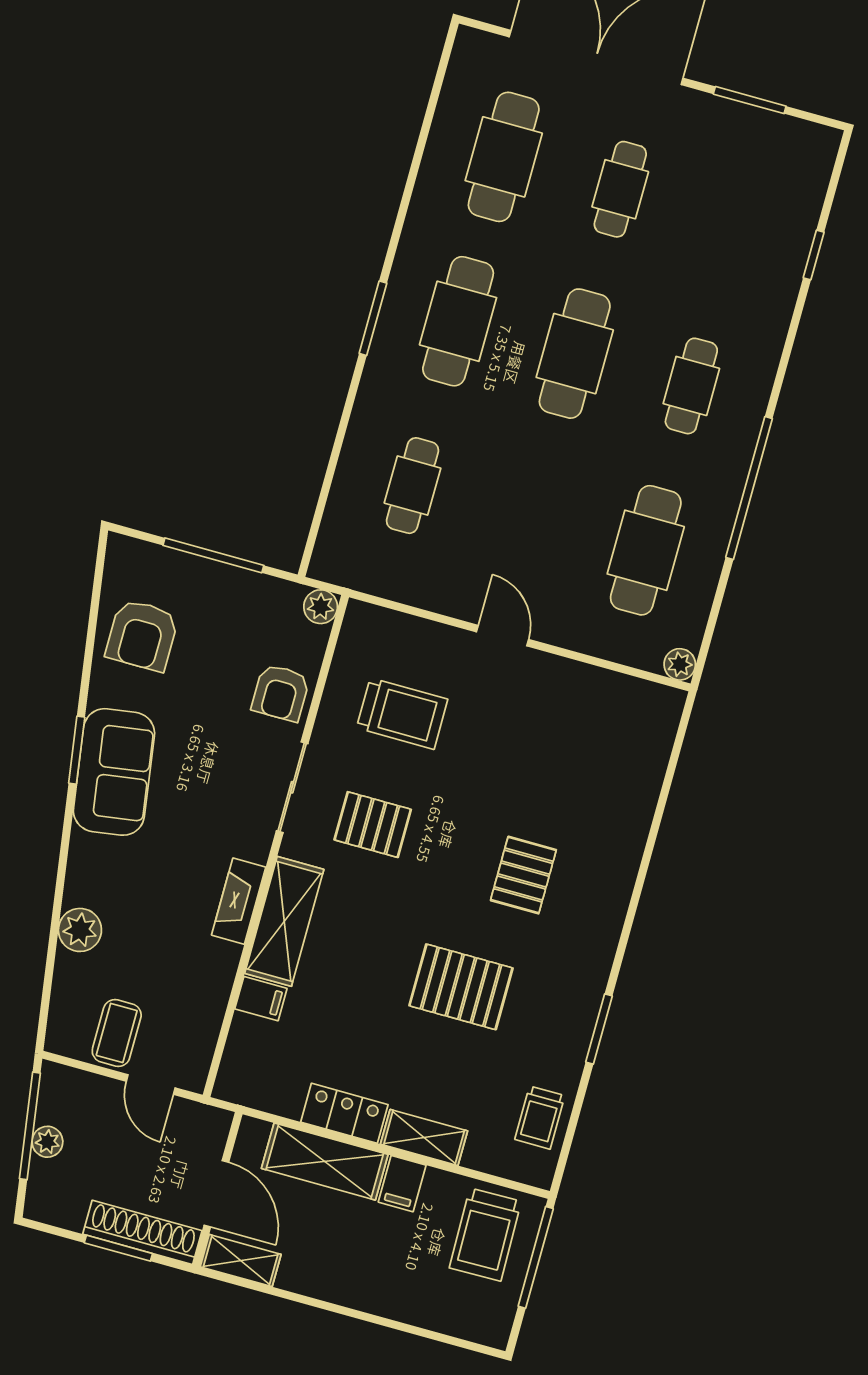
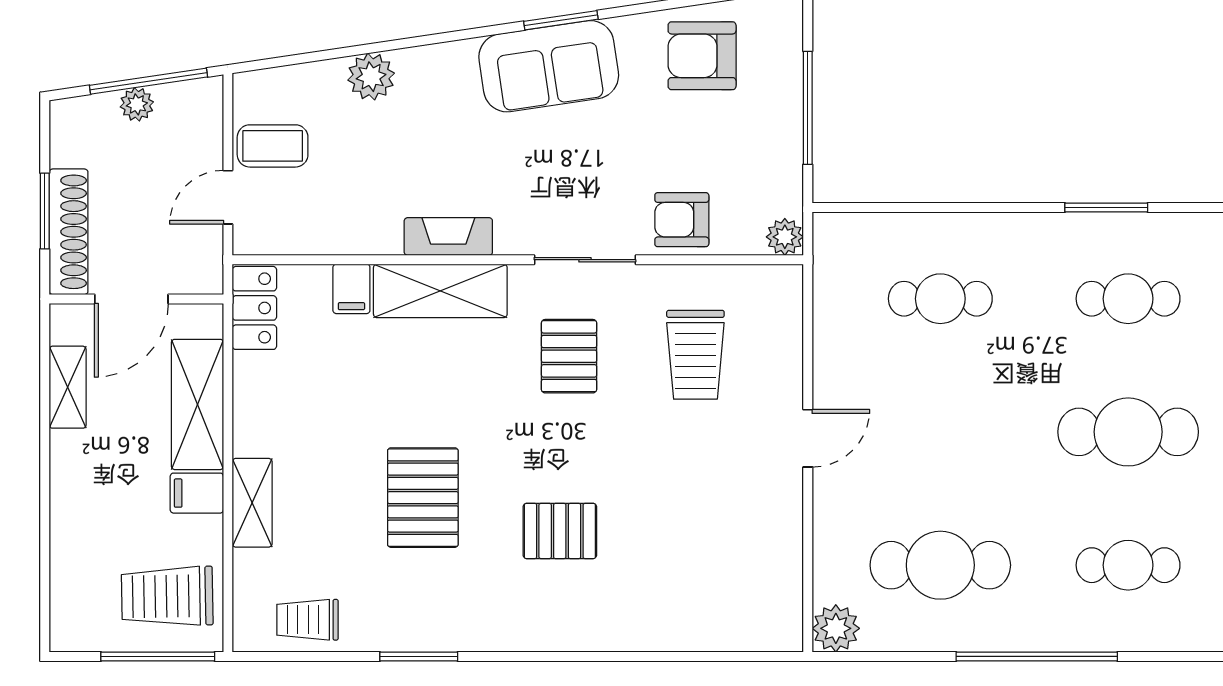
cafe table: (458, 321) -> (1128, 299), width x0.73, depth x0.74
plant: (680, 664) -> (836, 628), width x1.38, depth x1.38
locker: (344, 1113) -> (254, 308), moved
shelving: (241, 1261) -> (68, 387), moved

